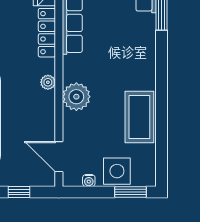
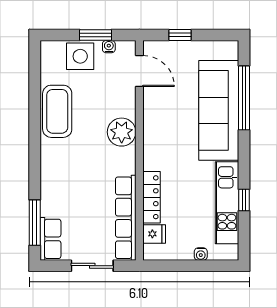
plant: (48, 82) -> (151, 147), removed
window: (130, 192) -> (95, 35), moved

